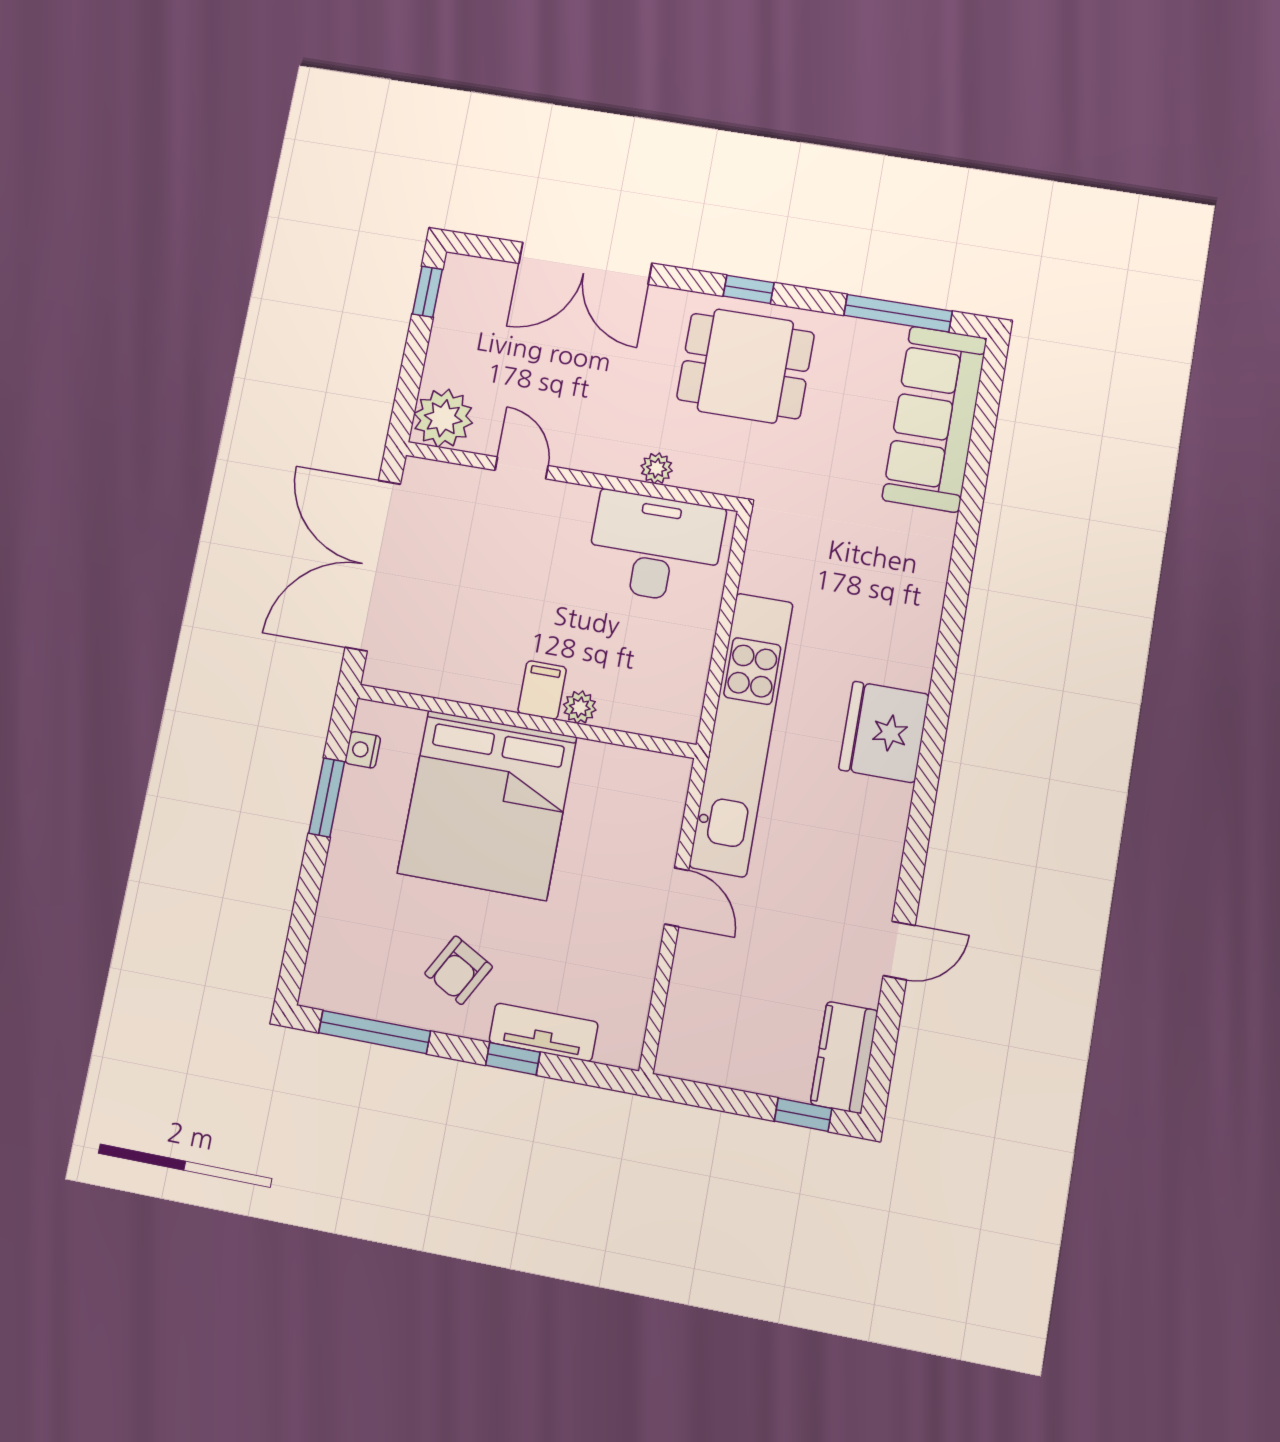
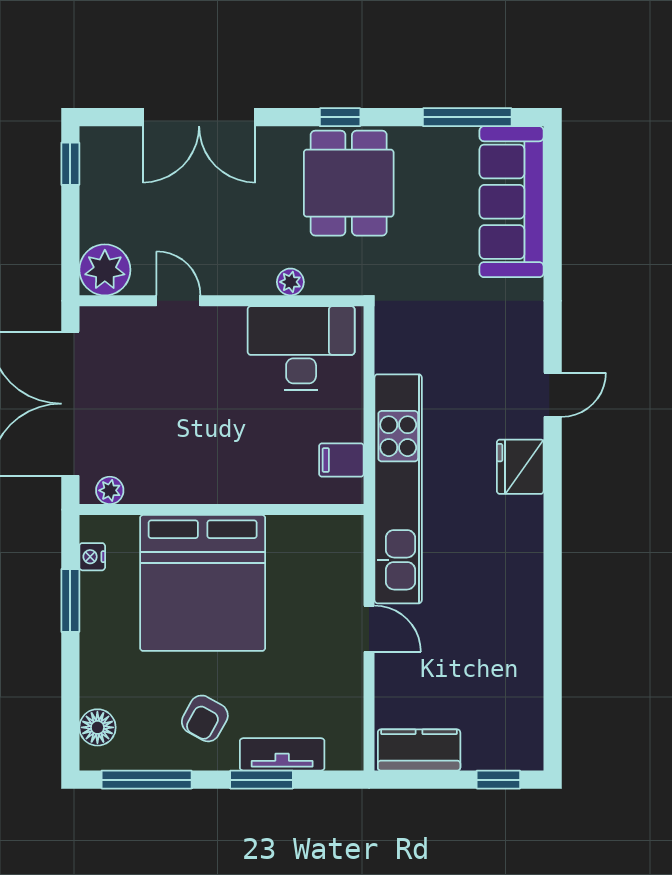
dining table: (745, 366) -> (349, 183), turned 90
filing cabinet: (542, 690) -> (341, 460), moved, turned -90
plant: (580, 707) -> (110, 490), moved
fridge: (884, 732) -> (520, 467), width x0.73, depth x0.75
door: (899, 951) -> (553, 395), moved
floor lamp: (328, 957) -> (97, 727), added
kitchen counter: (844, 1057) -> (419, 750), moved, turned 90
window: (513, 1059) -> (262, 780), width x1.50

